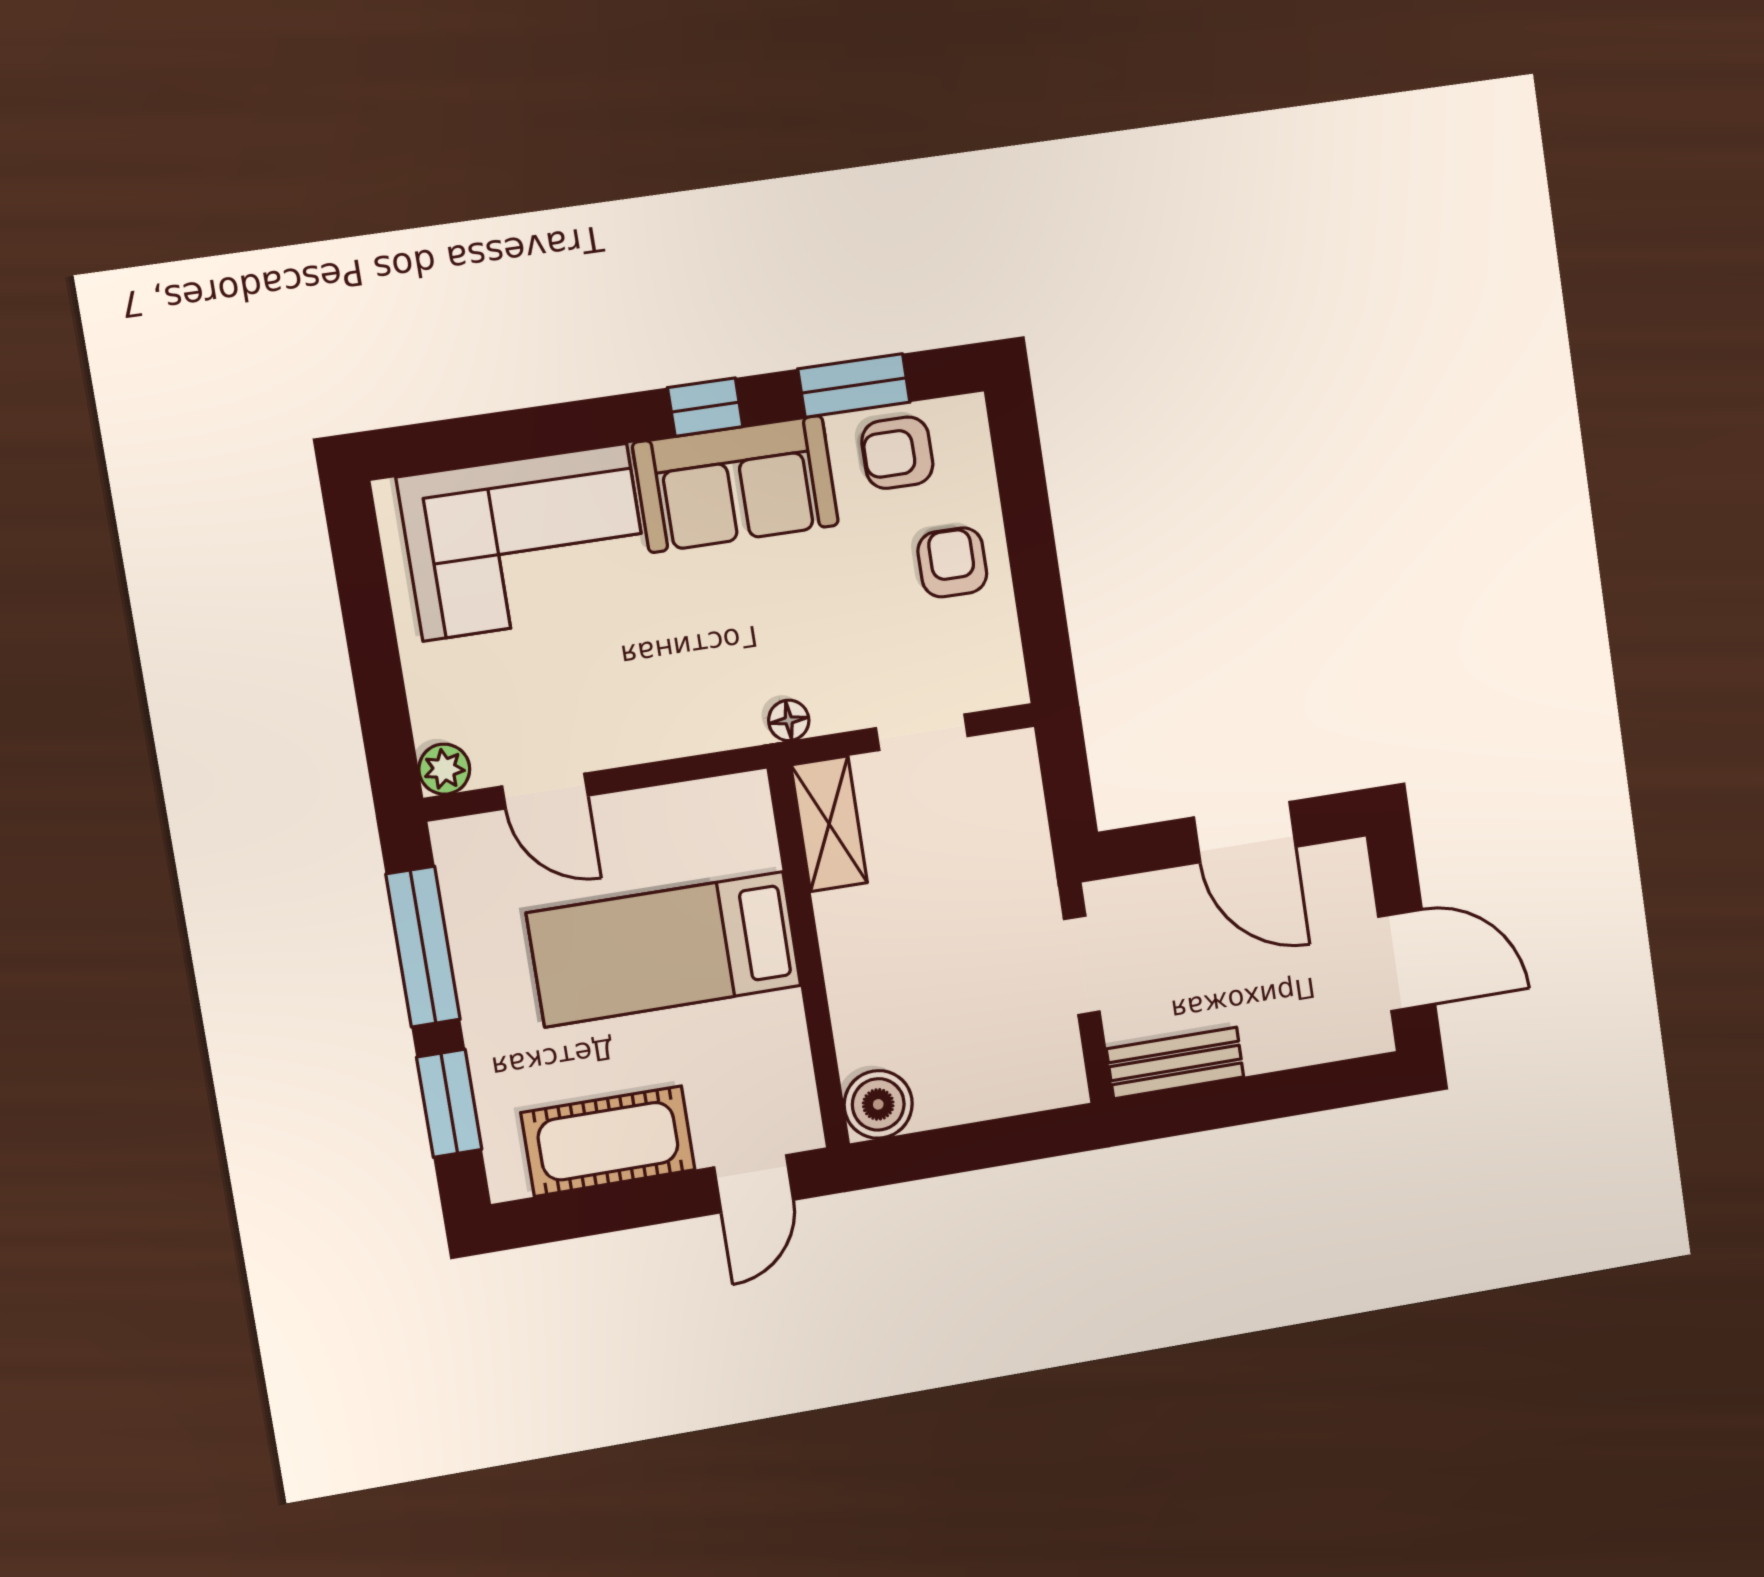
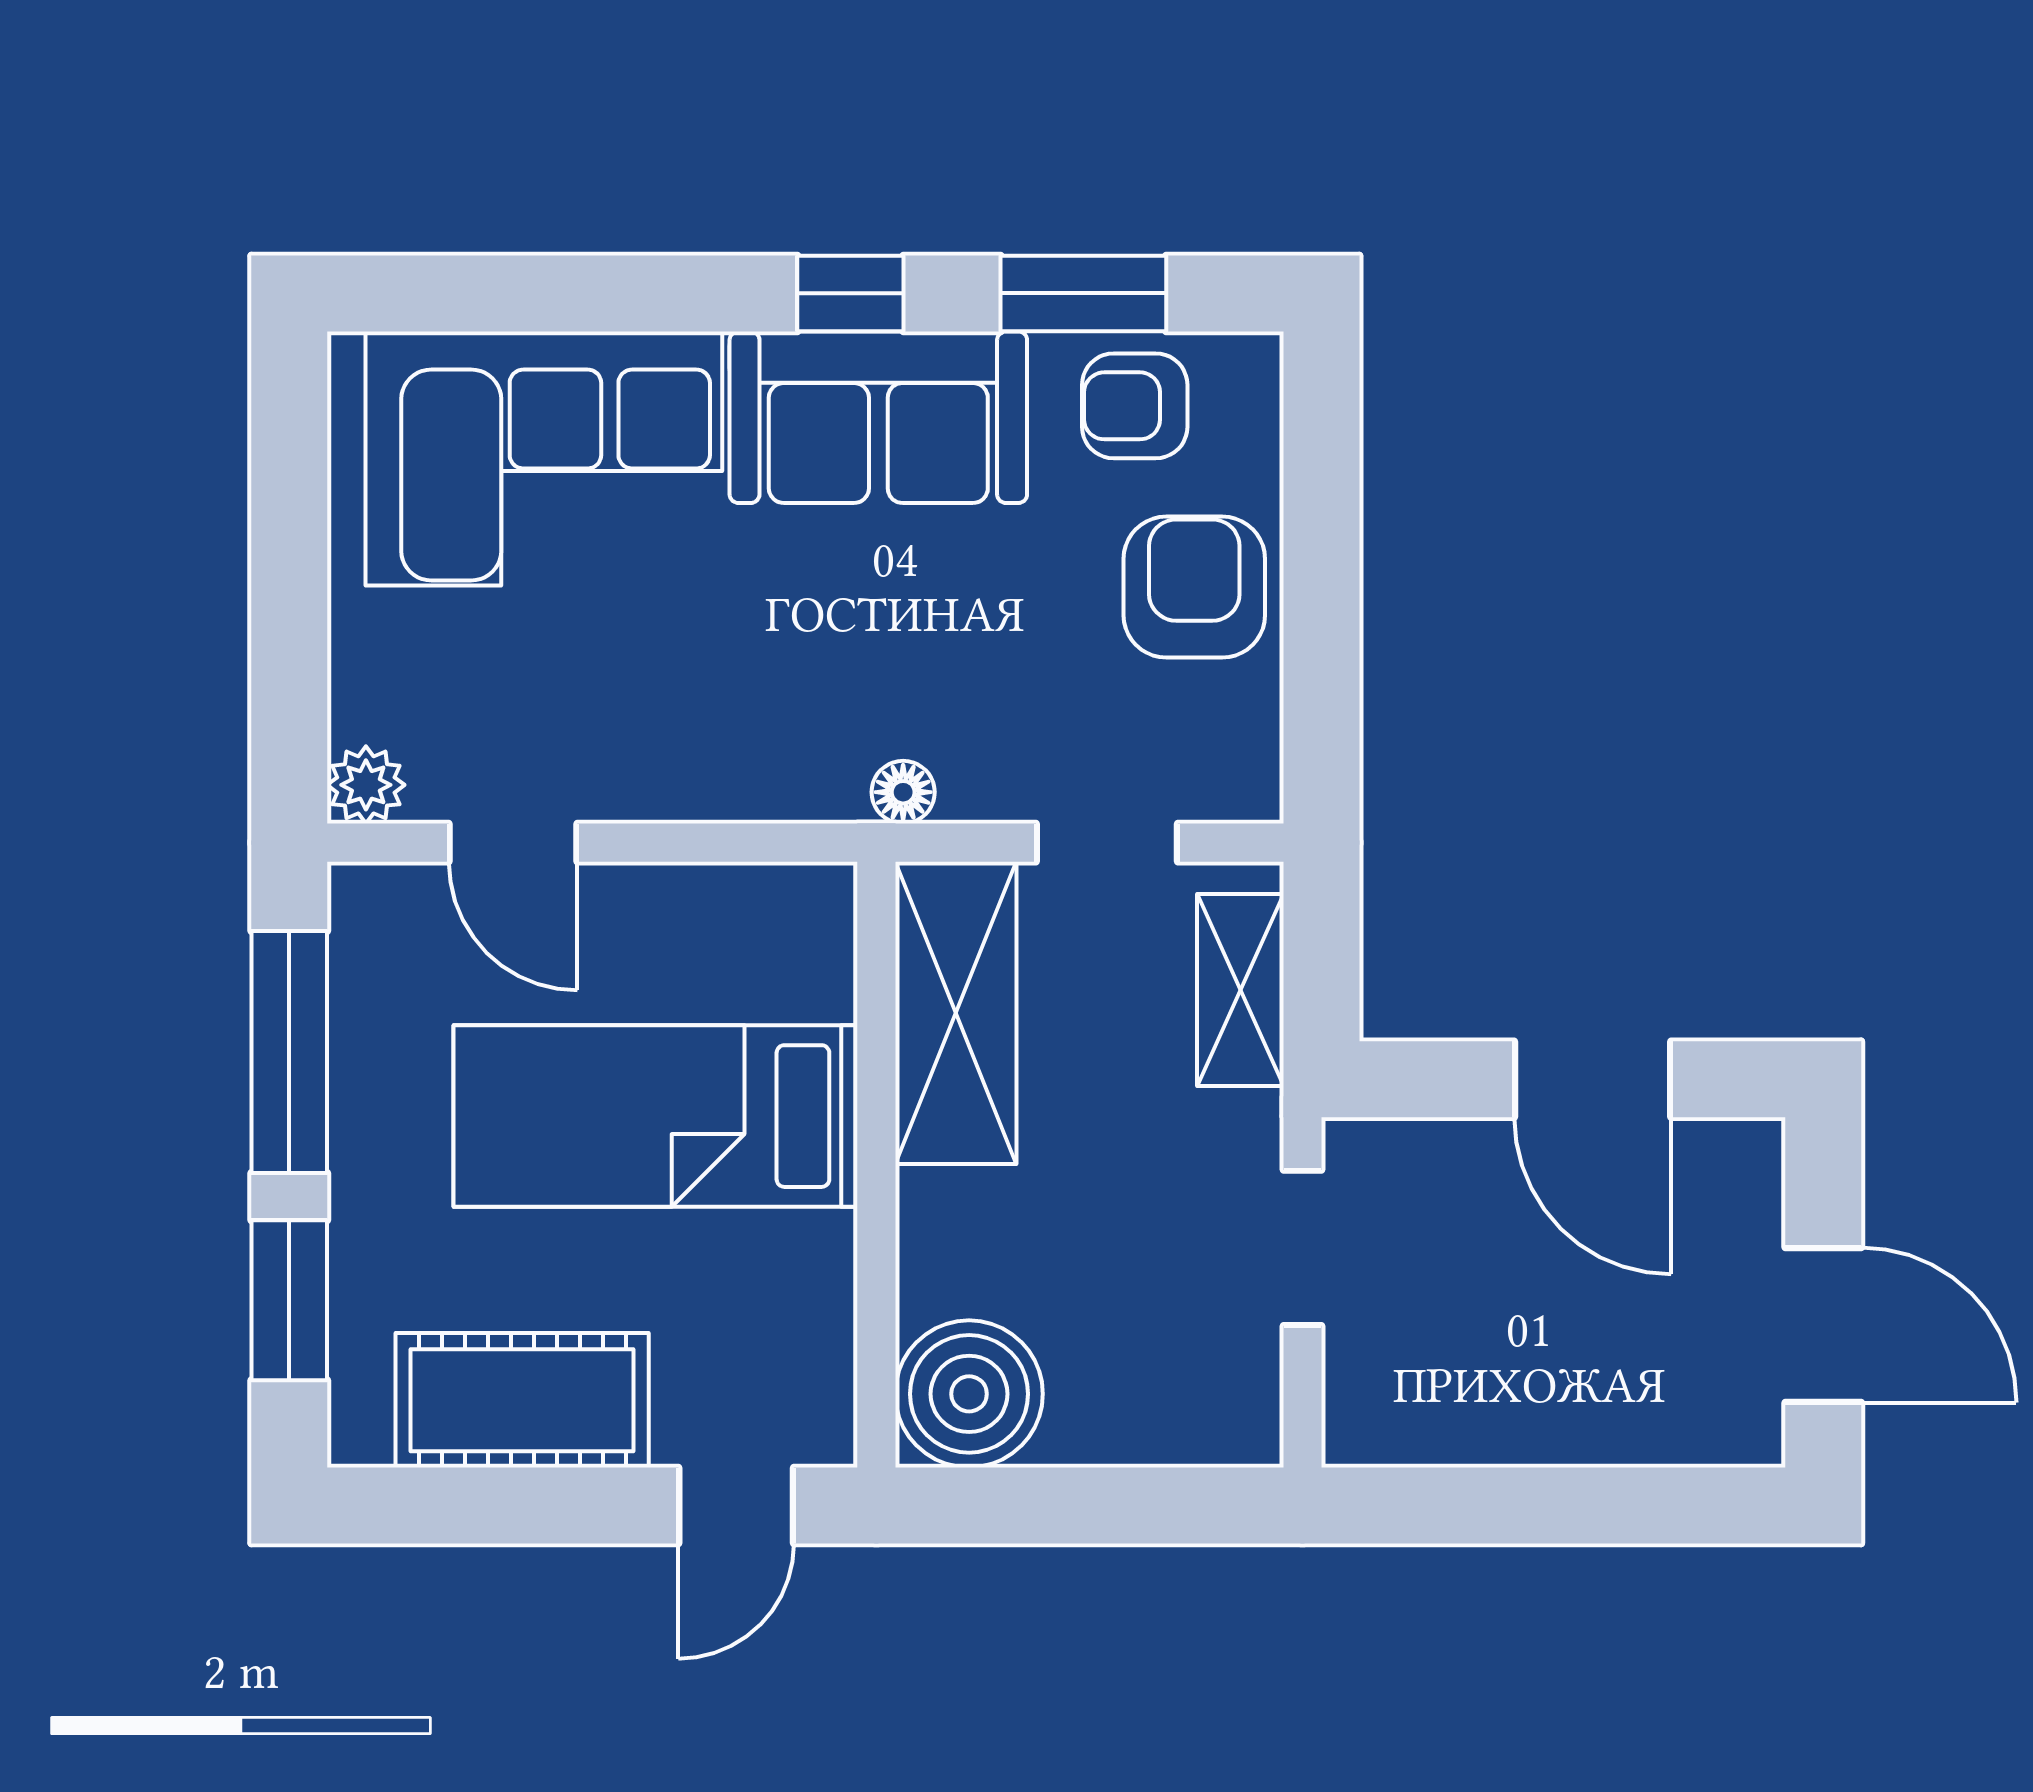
armchair: (952, 562) -> (1194, 587), width x1.38, depth x1.38
shelving: (1019, 811) -> (1240, 990), added
shelving: (829, 824) -> (956, 1013), width x1.50, depth x1.33
bench: (1175, 1063) -> (1428, 1427), removed
boiler: (878, 1104) -> (969, 1394), width x1.37, depth x1.37

